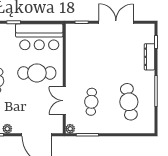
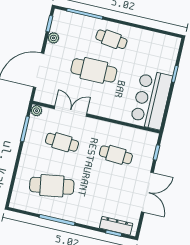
cafe table: (91, 55) -> (116, 155), added
dresser: (149, 57) -> (116, 226), moved
cafe table: (37, 73) -> (94, 70), moved, turned 90

